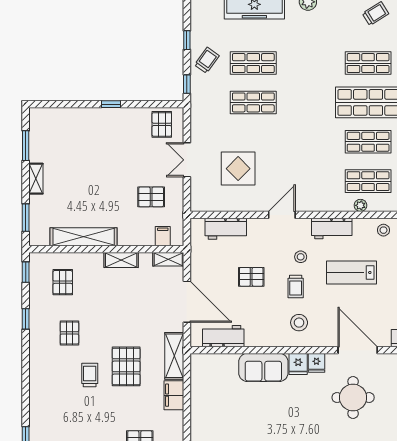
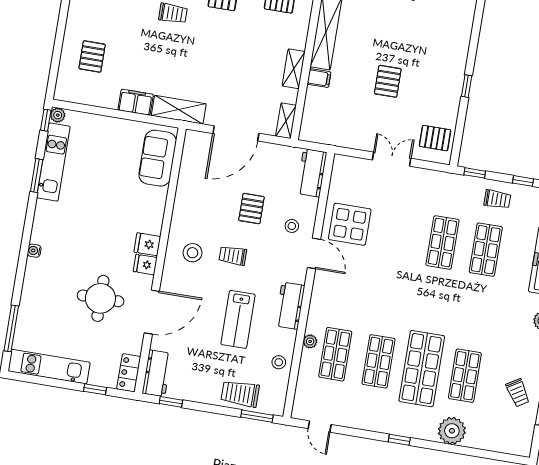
trolley: (207, 60) -> (497, 199), turned -36
display table: (238, 169) -> (350, 224), moved
pallet: (151, 197) -> (388, 81), moved
workbench: (226, 229) -> (312, 173), moved
filing cabinet: (163, 236) -> (319, 78), moved
stool: (301, 257) -> (292, 226), moved
lab bench: (351, 272) -> (238, 319), turned 180
workbench: (223, 336) -> (192, 167), removed
pallet: (126, 366) -> (176, 55), removed
sofa: (263, 367) -> (158, 158), moved

